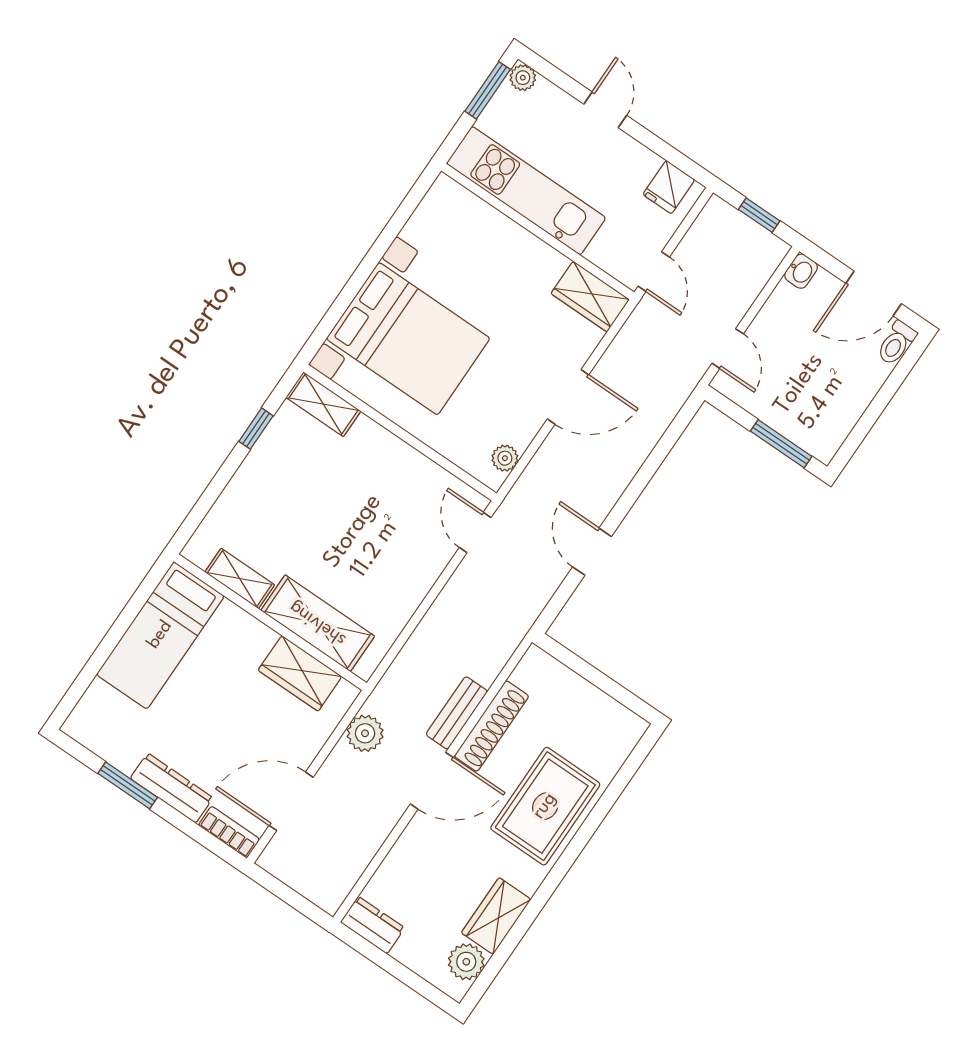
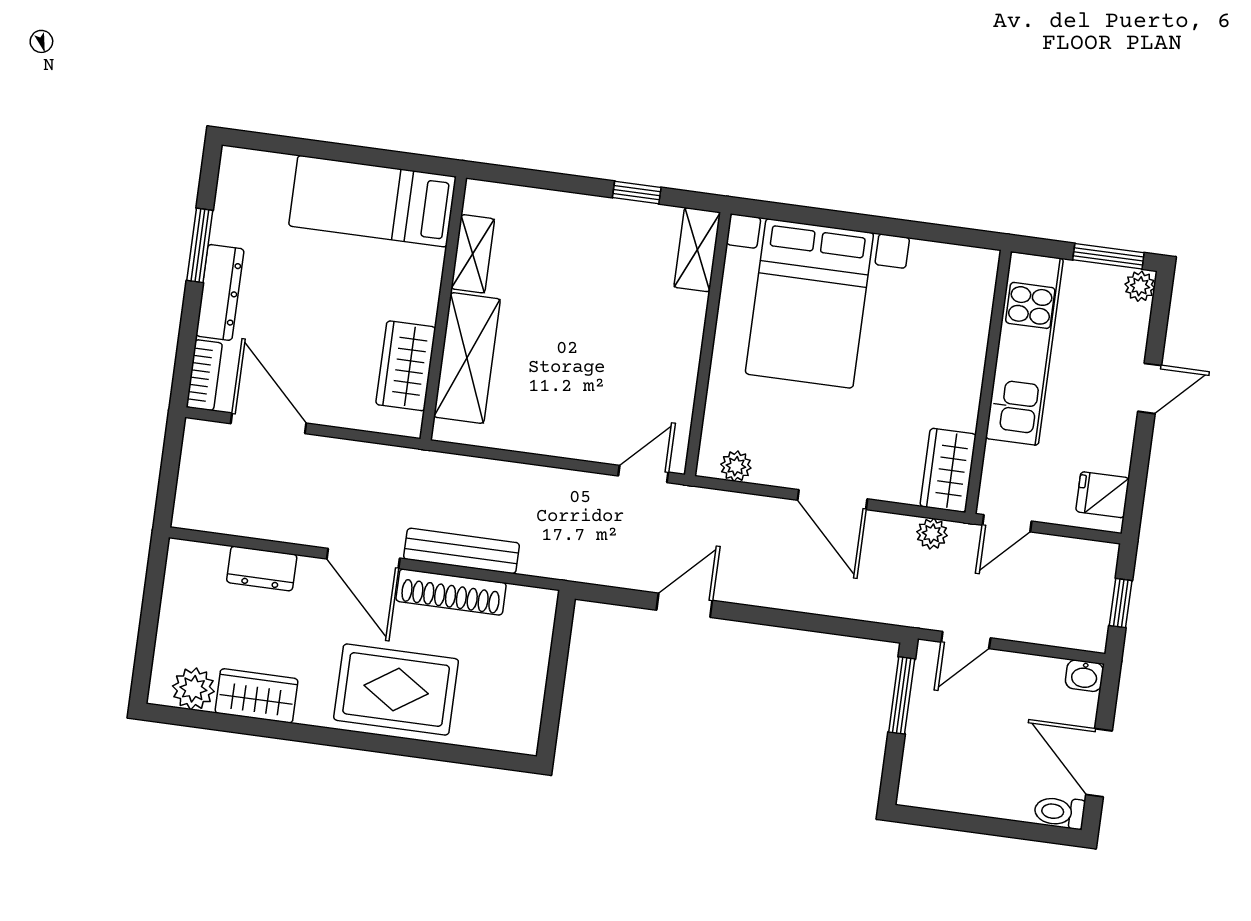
window: (781, 444) -> (902, 695), moved
bench: (457, 713) -> (462, 551), width x1.36
plant: (365, 733) -> (932, 534), moved, width x0.73, depth x0.73
dresser: (373, 925) -> (262, 568), moved, turned 90

